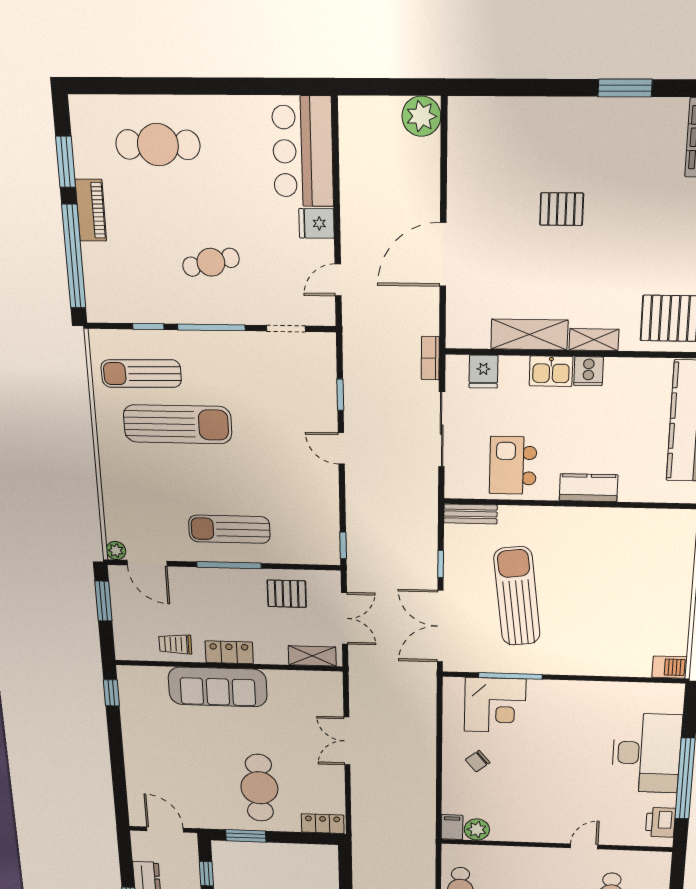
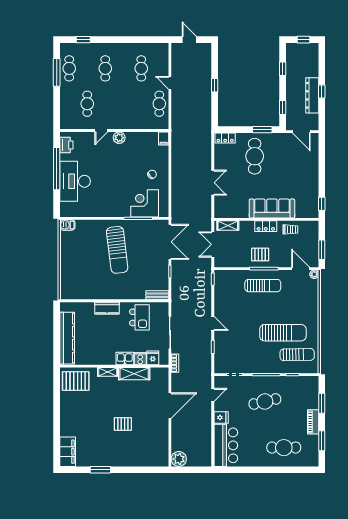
window: (74, 256) -> (322, 403), width x0.47
cafe table: (211, 262) -> (265, 401), width x1.37, depth x1.35
cooker: (589, 371) -> (140, 359), moved
sun lounger: (178, 424) -> (283, 333), turned 180
pallet: (287, 594) -> (260, 254), moved
sun lounger: (517, 596) -> (117, 250), moved
plant: (477, 829) -> (119, 138), moved

